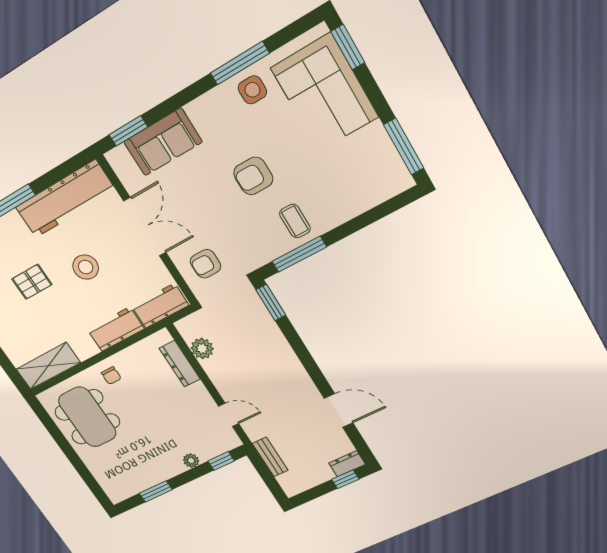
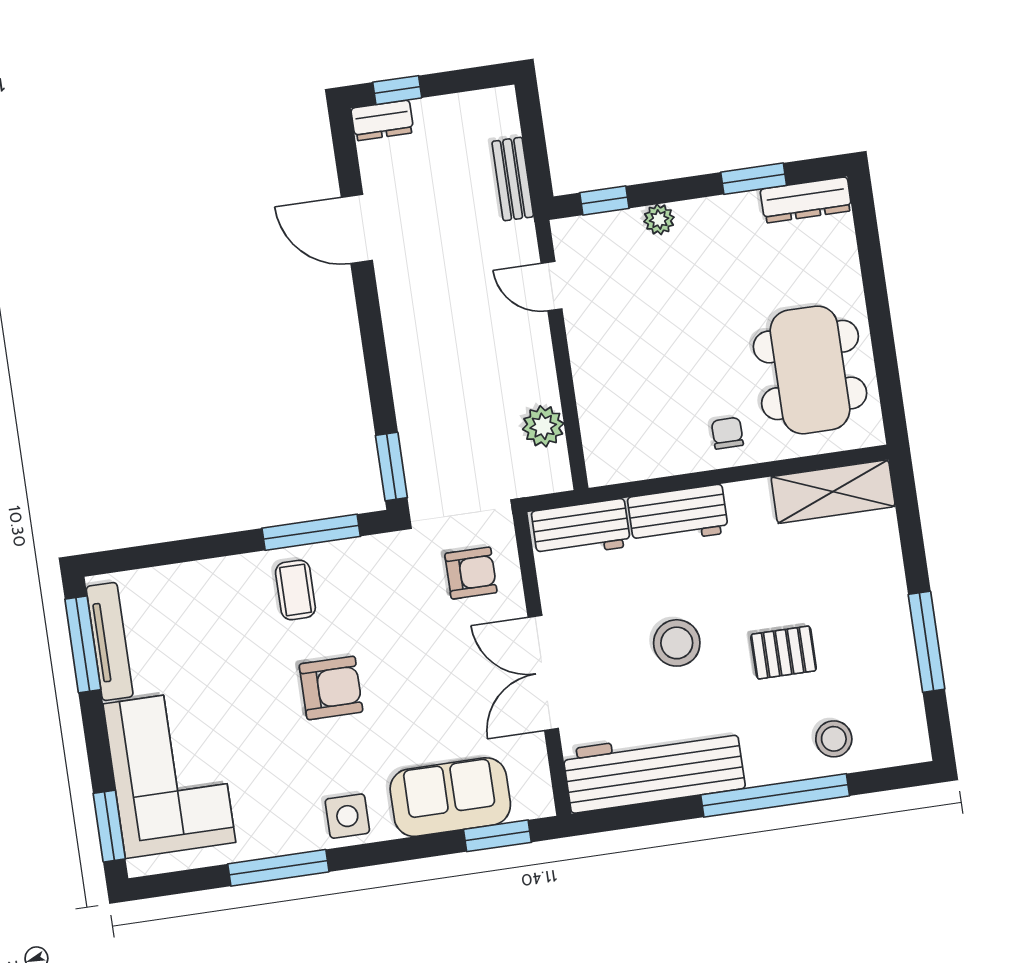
side table: (252, 90) -> (347, 816), moved
tv unit: (389, 154) -> (110, 642), added
dresser: (180, 364) -> (806, 200), moved, turned 90

